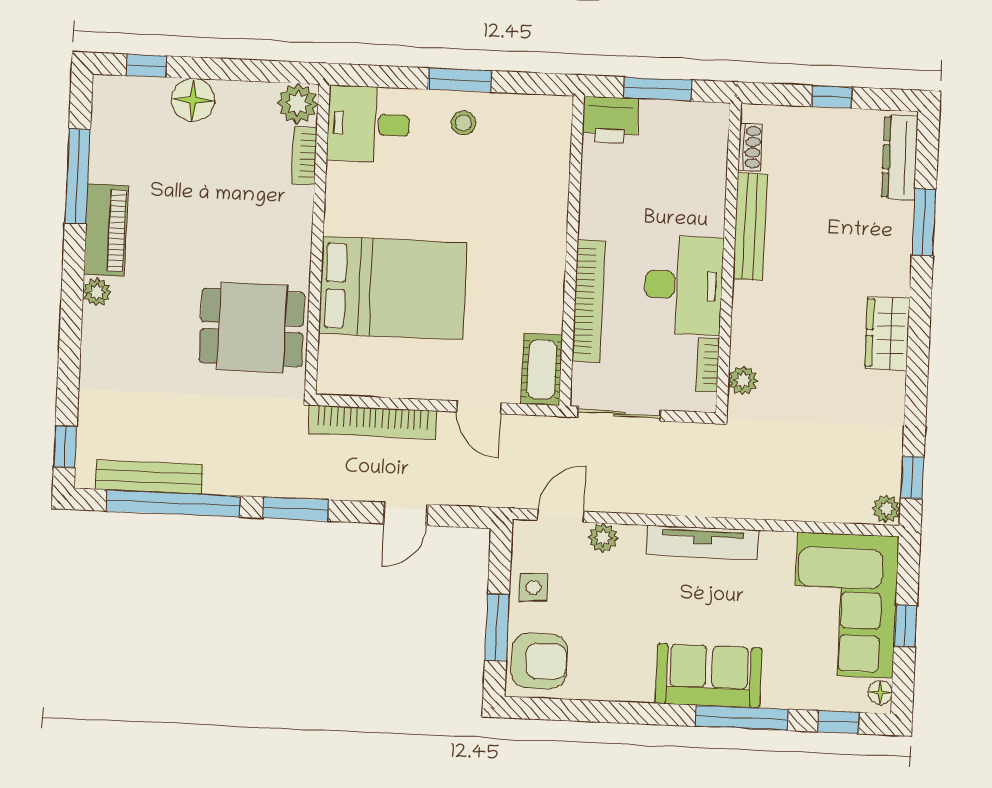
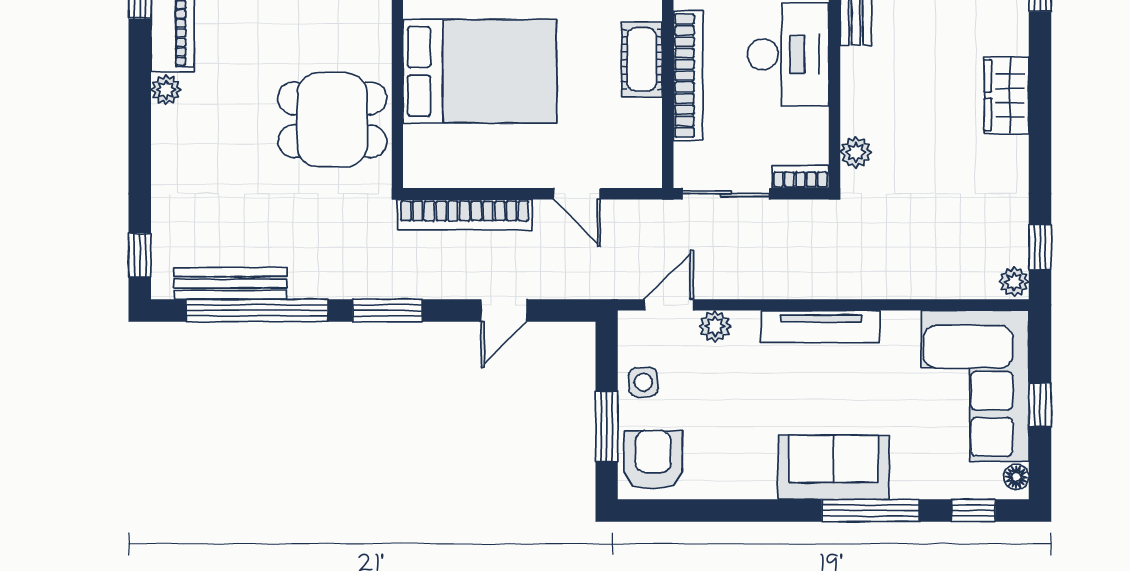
bookcase: (708, 365) -> (800, 177), moved, turned 90
cot: (542, 370) -> (642, 59), moved
armchair: (539, 661) -> (653, 460), turned -90

